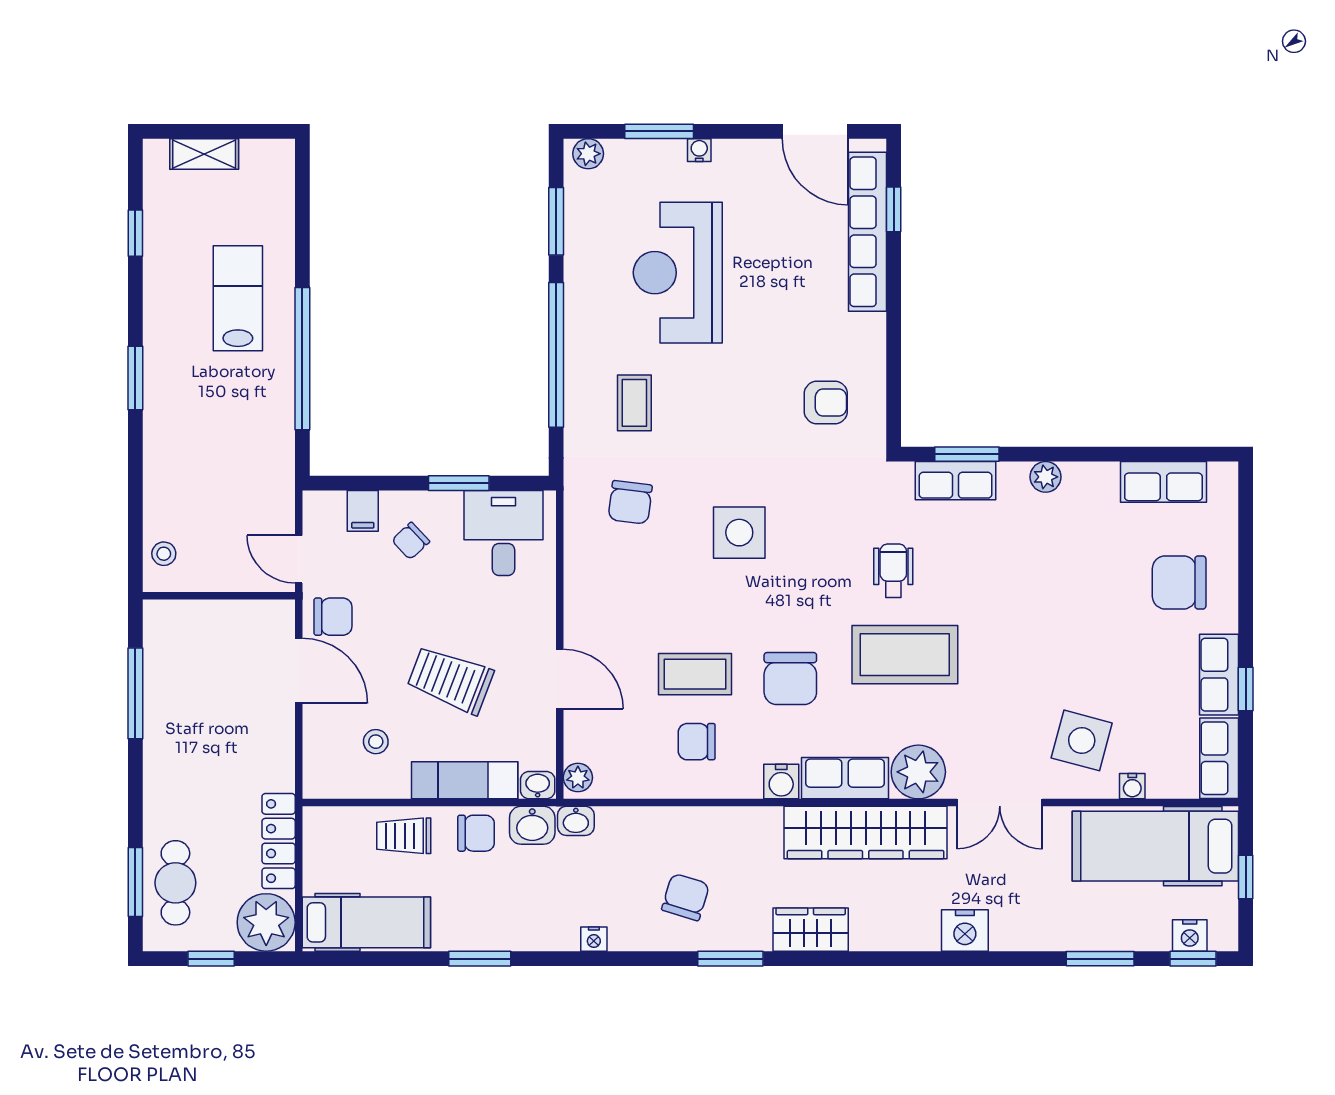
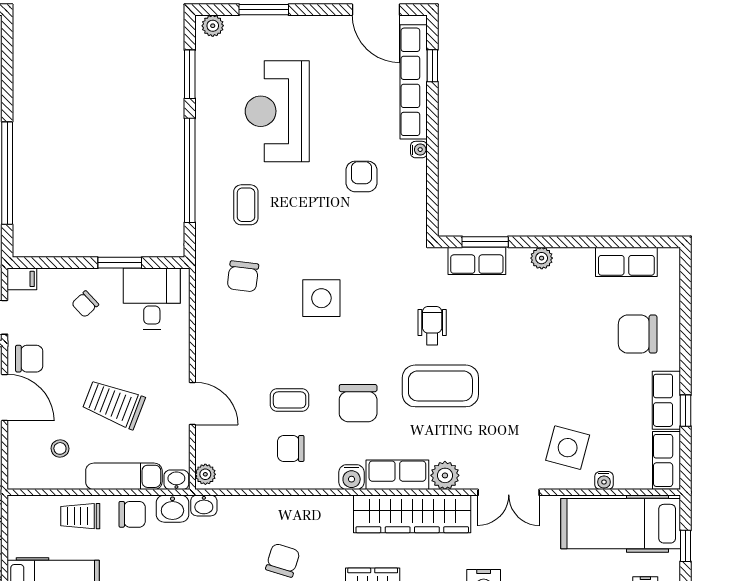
water cooler: (699, 150) -> (419, 150), moved, turned 90
armchair: (826, 402) -> (362, 176), moved, turned -90
filing cabinet: (363, 511) -> (22, 279), moved, turned -90
coffee table: (695, 674) -> (290, 400), width x0.73, depth x0.77
plant: (918, 772) -> (445, 475), width x0.73, depth x0.73

